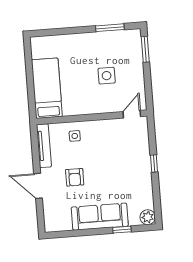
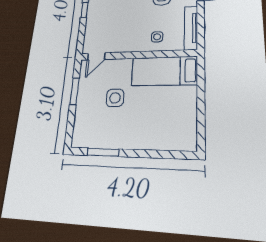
window: (145, 49) -> (74, 91), moved
bed: (47, 88) -> (164, 71), moved, turned 90

